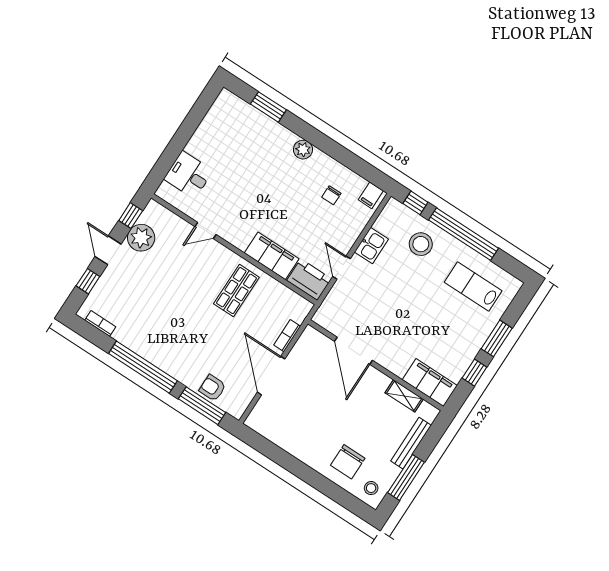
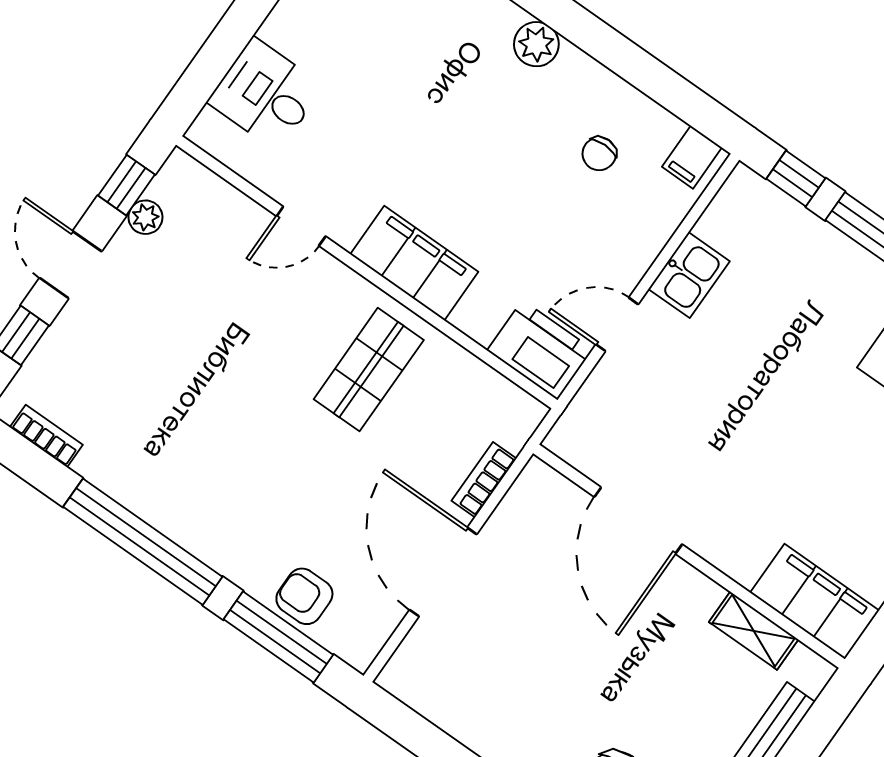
plant: (141, 238) -> (145, 217), width x0.53, depth x0.53
stool: (421, 244) -> (805, 276), removed
filing cabinet: (272, 256) -> (414, 263), moved
door: (342, 268) -> (617, 324), hinge flipped

